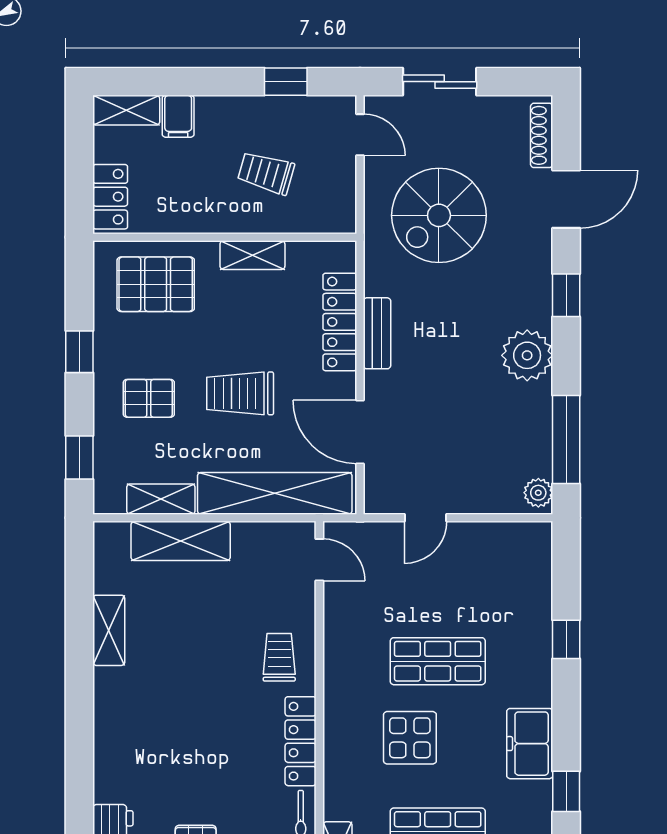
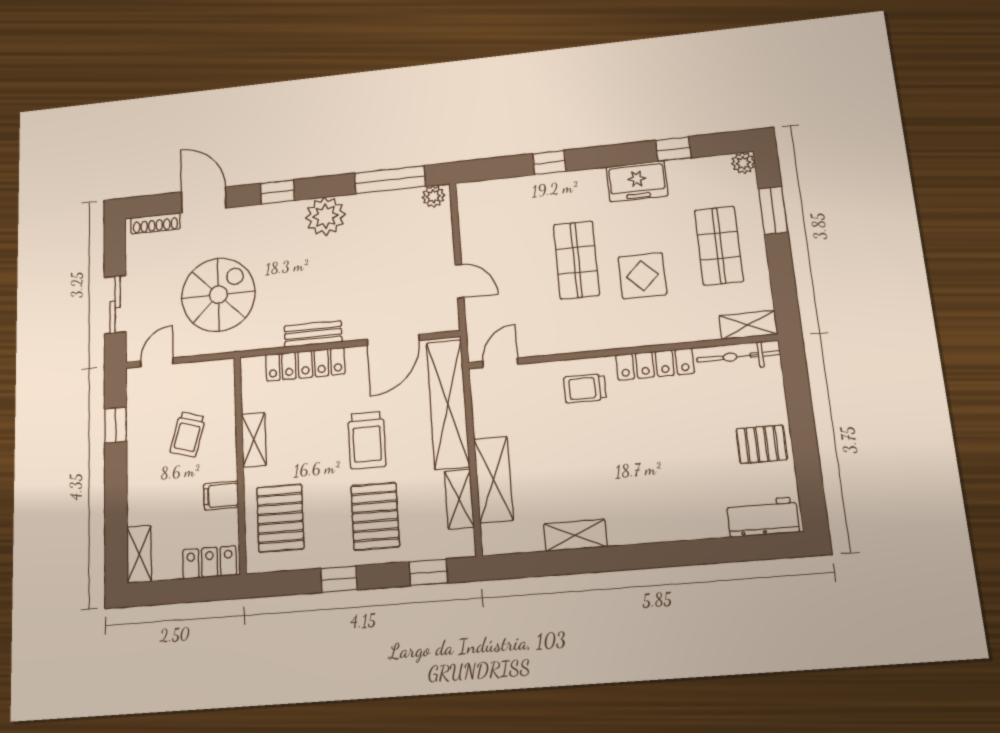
filing cabinet: (178, 116) -> (221, 496), moved, turned 180
spiral stairs: (439, 215) -> (218, 295), turned -90
pallet: (149, 398) -> (375, 516), width x1.50, depth x1.42

